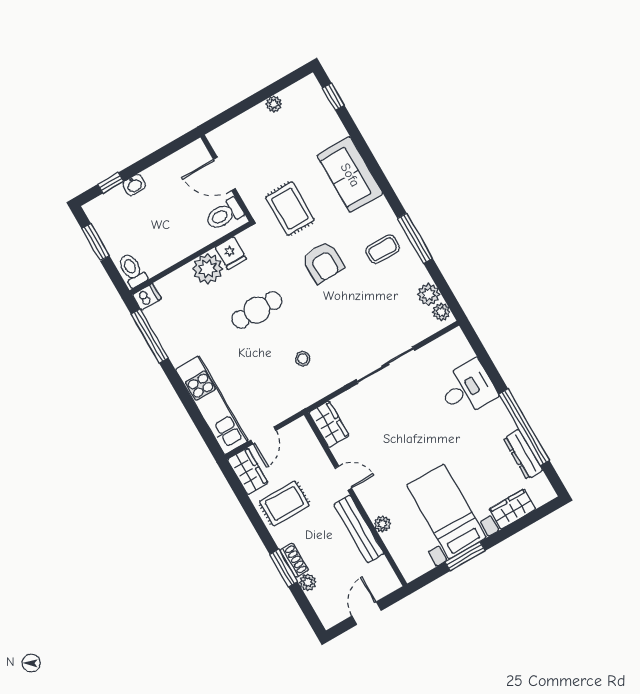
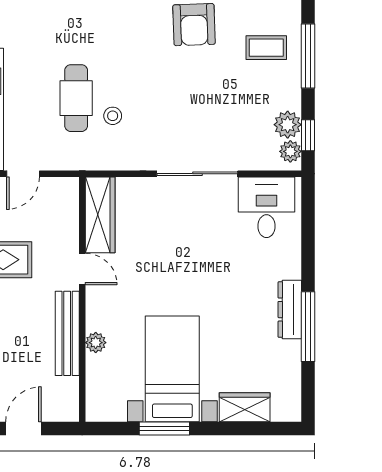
window: (447, 294) -> (308, 135), added
cafe table: (257, 310) -> (76, 98), moved, turned 90
desk: (467, 389) -> (266, 207), moved, turned -90
wardrobe: (329, 424) -> (100, 215), width x1.50
window: (524, 427) -> (308, 327), width x0.68
dresser: (523, 454) -> (290, 310), moved

